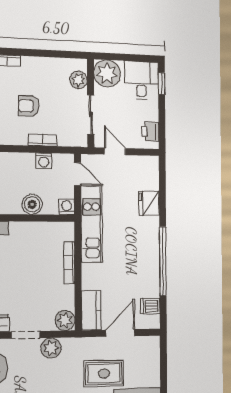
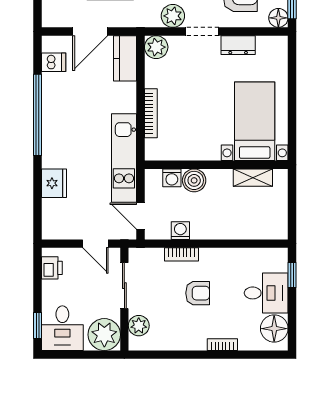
washing machine: (67, 207) -> (172, 178), moved

